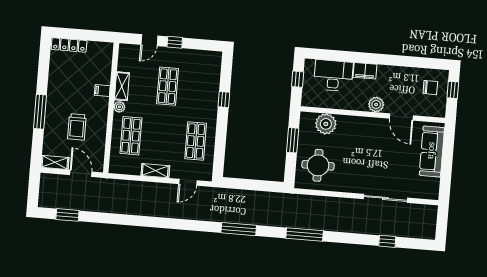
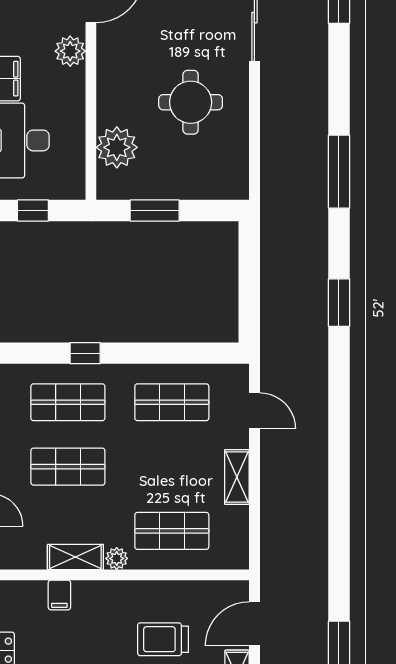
shop shelf: (200, 89) -> (68, 402), added
filing cabinet: (102, 90) -> (59, 595), moved
trolley: (77, 127) -> (163, 639), turned 180
round table: (318, 165) -> (191, 102), moved
window: (239, 229) -> (339, 303), width x0.69

